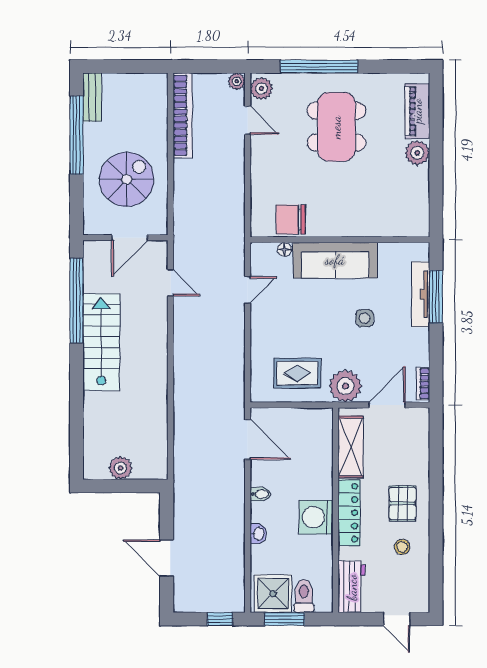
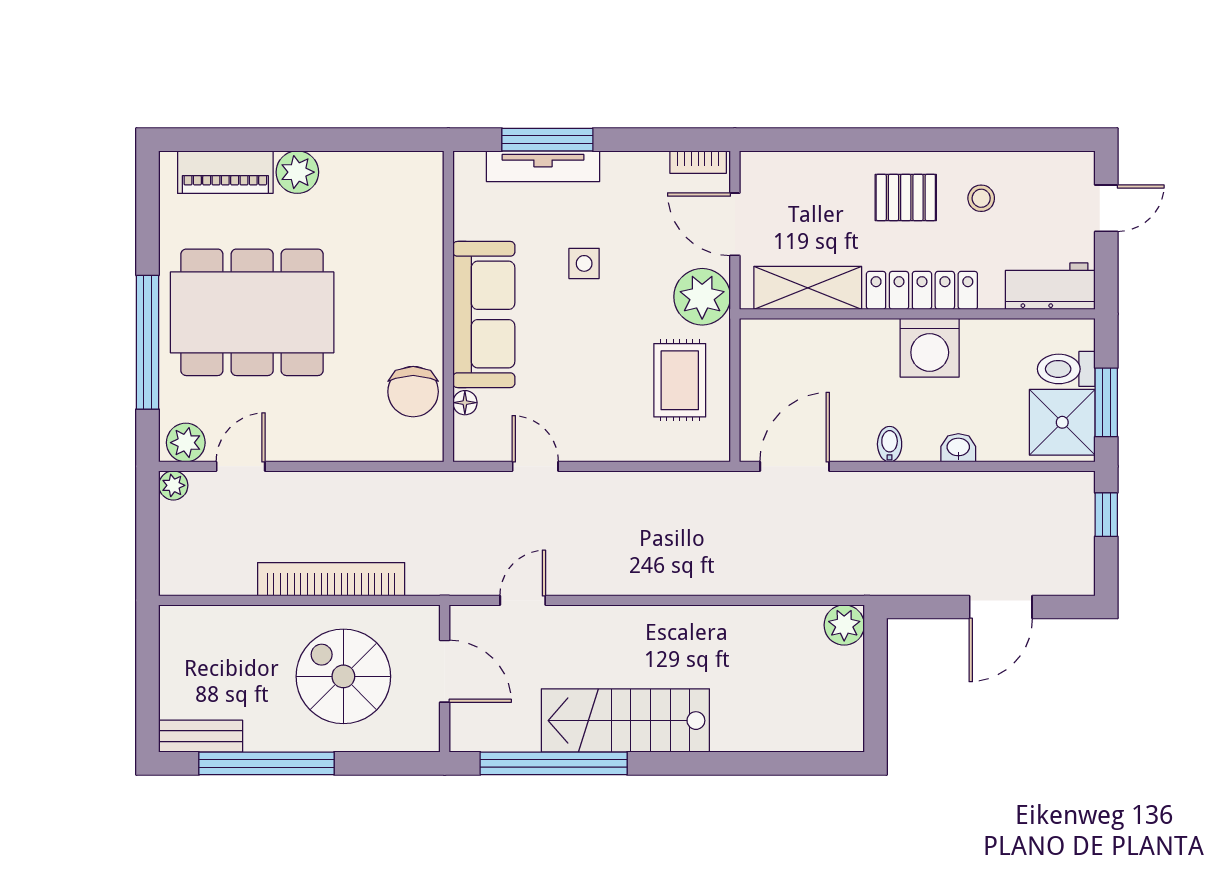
bookcase: (183, 115) -> (331, 579), moved
dining table: (336, 127) -> (252, 312), width x1.36, depth x1.24
plant: (120, 468) -> (844, 625), moved

